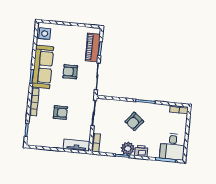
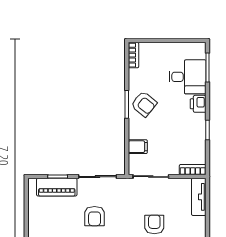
filing cabinet: (115, 106) -> (138, 147), added
armchair: (134, 121) -> (144, 104), moved
desk: (172, 147) -> (187, 77), moved
plant: (128, 148) -> (196, 123), removed

